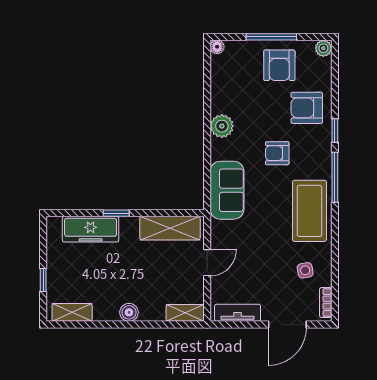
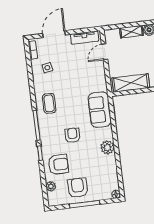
plant: (323, 48) -> (51, 186), moved
armchair: (277, 153) -> (72, 135), turned -90
coffee table: (309, 211) -> (49, 103), width x0.54, depth x0.58
door: (207, 263) -> (105, 52), moved
shelving: (185, 313) -> (131, 32), moved

